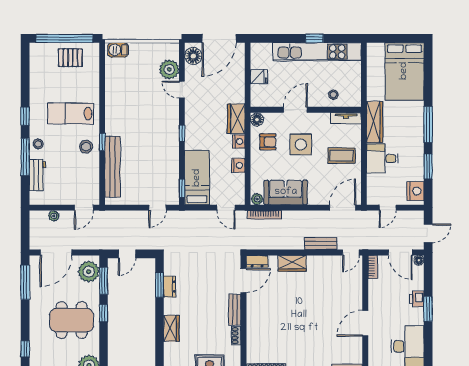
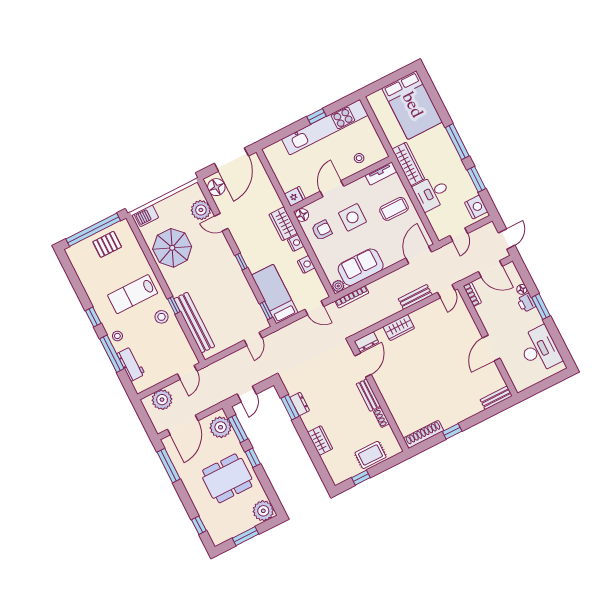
fridge: (259, 77) -> (295, 196), moved
parasol: (127, 90) -> (172, 248), added
plant: (54, 216) -> (162, 400), width x1.88, depth x1.88
floor lamp: (419, 260) -> (522, 289), moved

